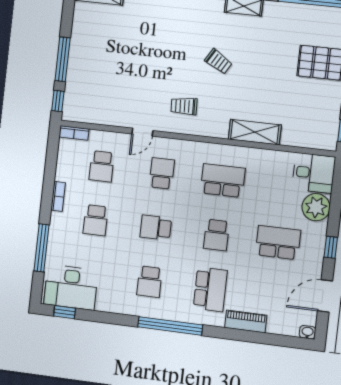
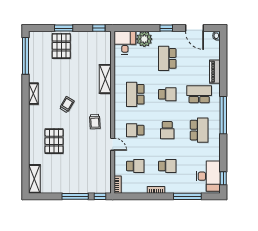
pallet: (159, 33) -> (54, 141), added
school desk: (150, 282) -> (199, 130), width x1.85

